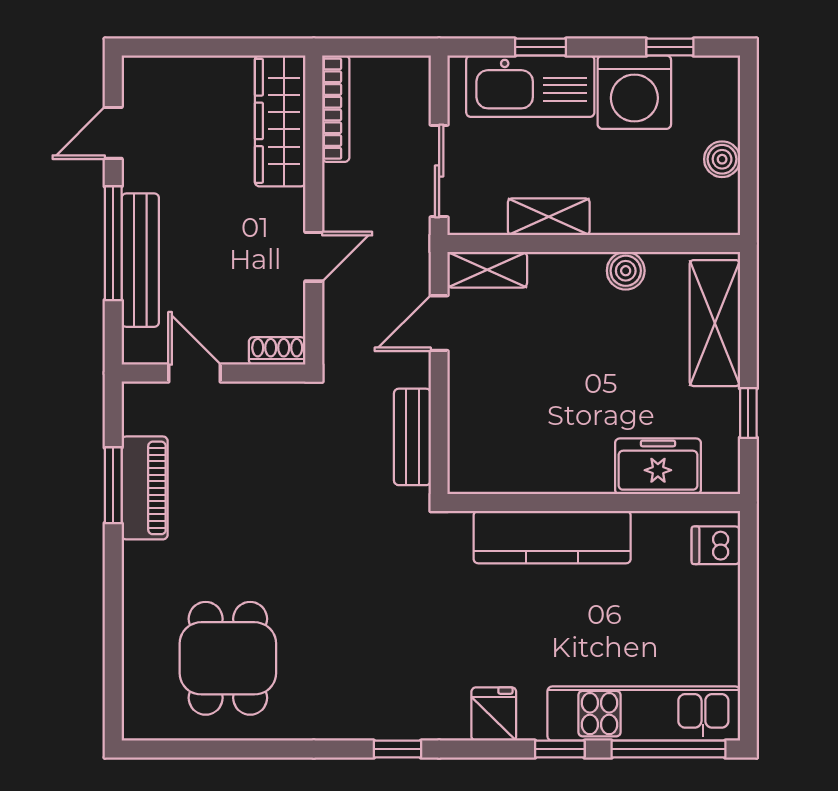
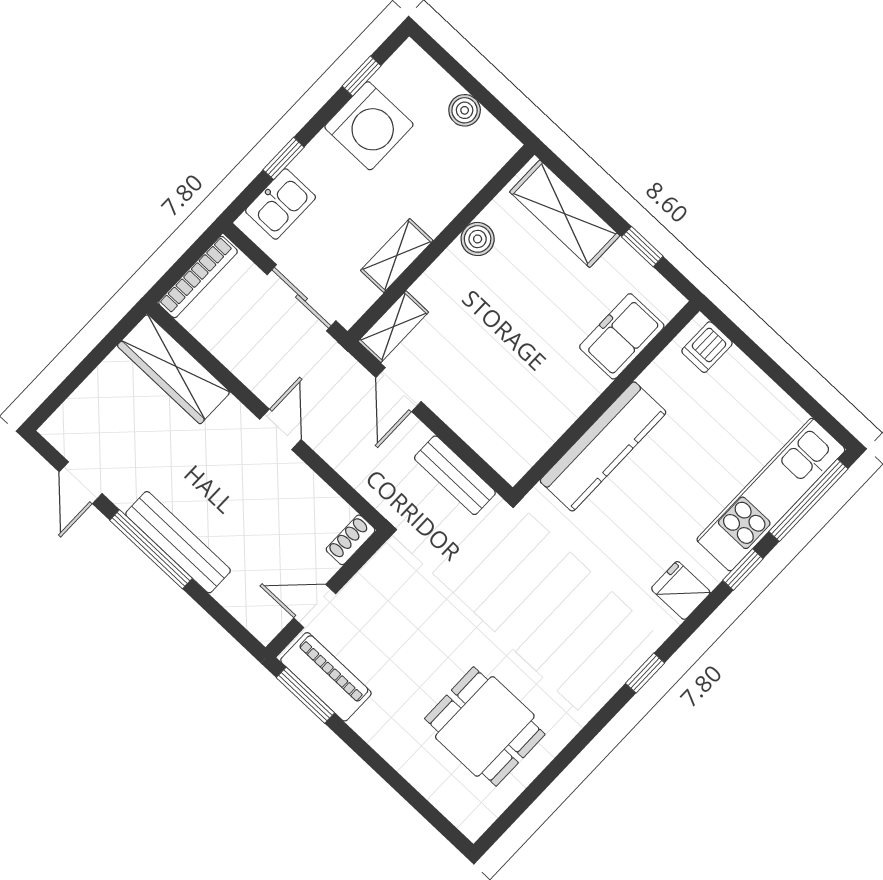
kitchen sink: (530, 86) -> (281, 204), width x0.53, depth x0.81
bookcase: (336, 109) -> (198, 277), moved, turned 90
shoe rack: (277, 351) -> (351, 540), moved
door: (194, 373) -> (315, 606), moved
wall: (213, 373) -> (326, 594), moved

